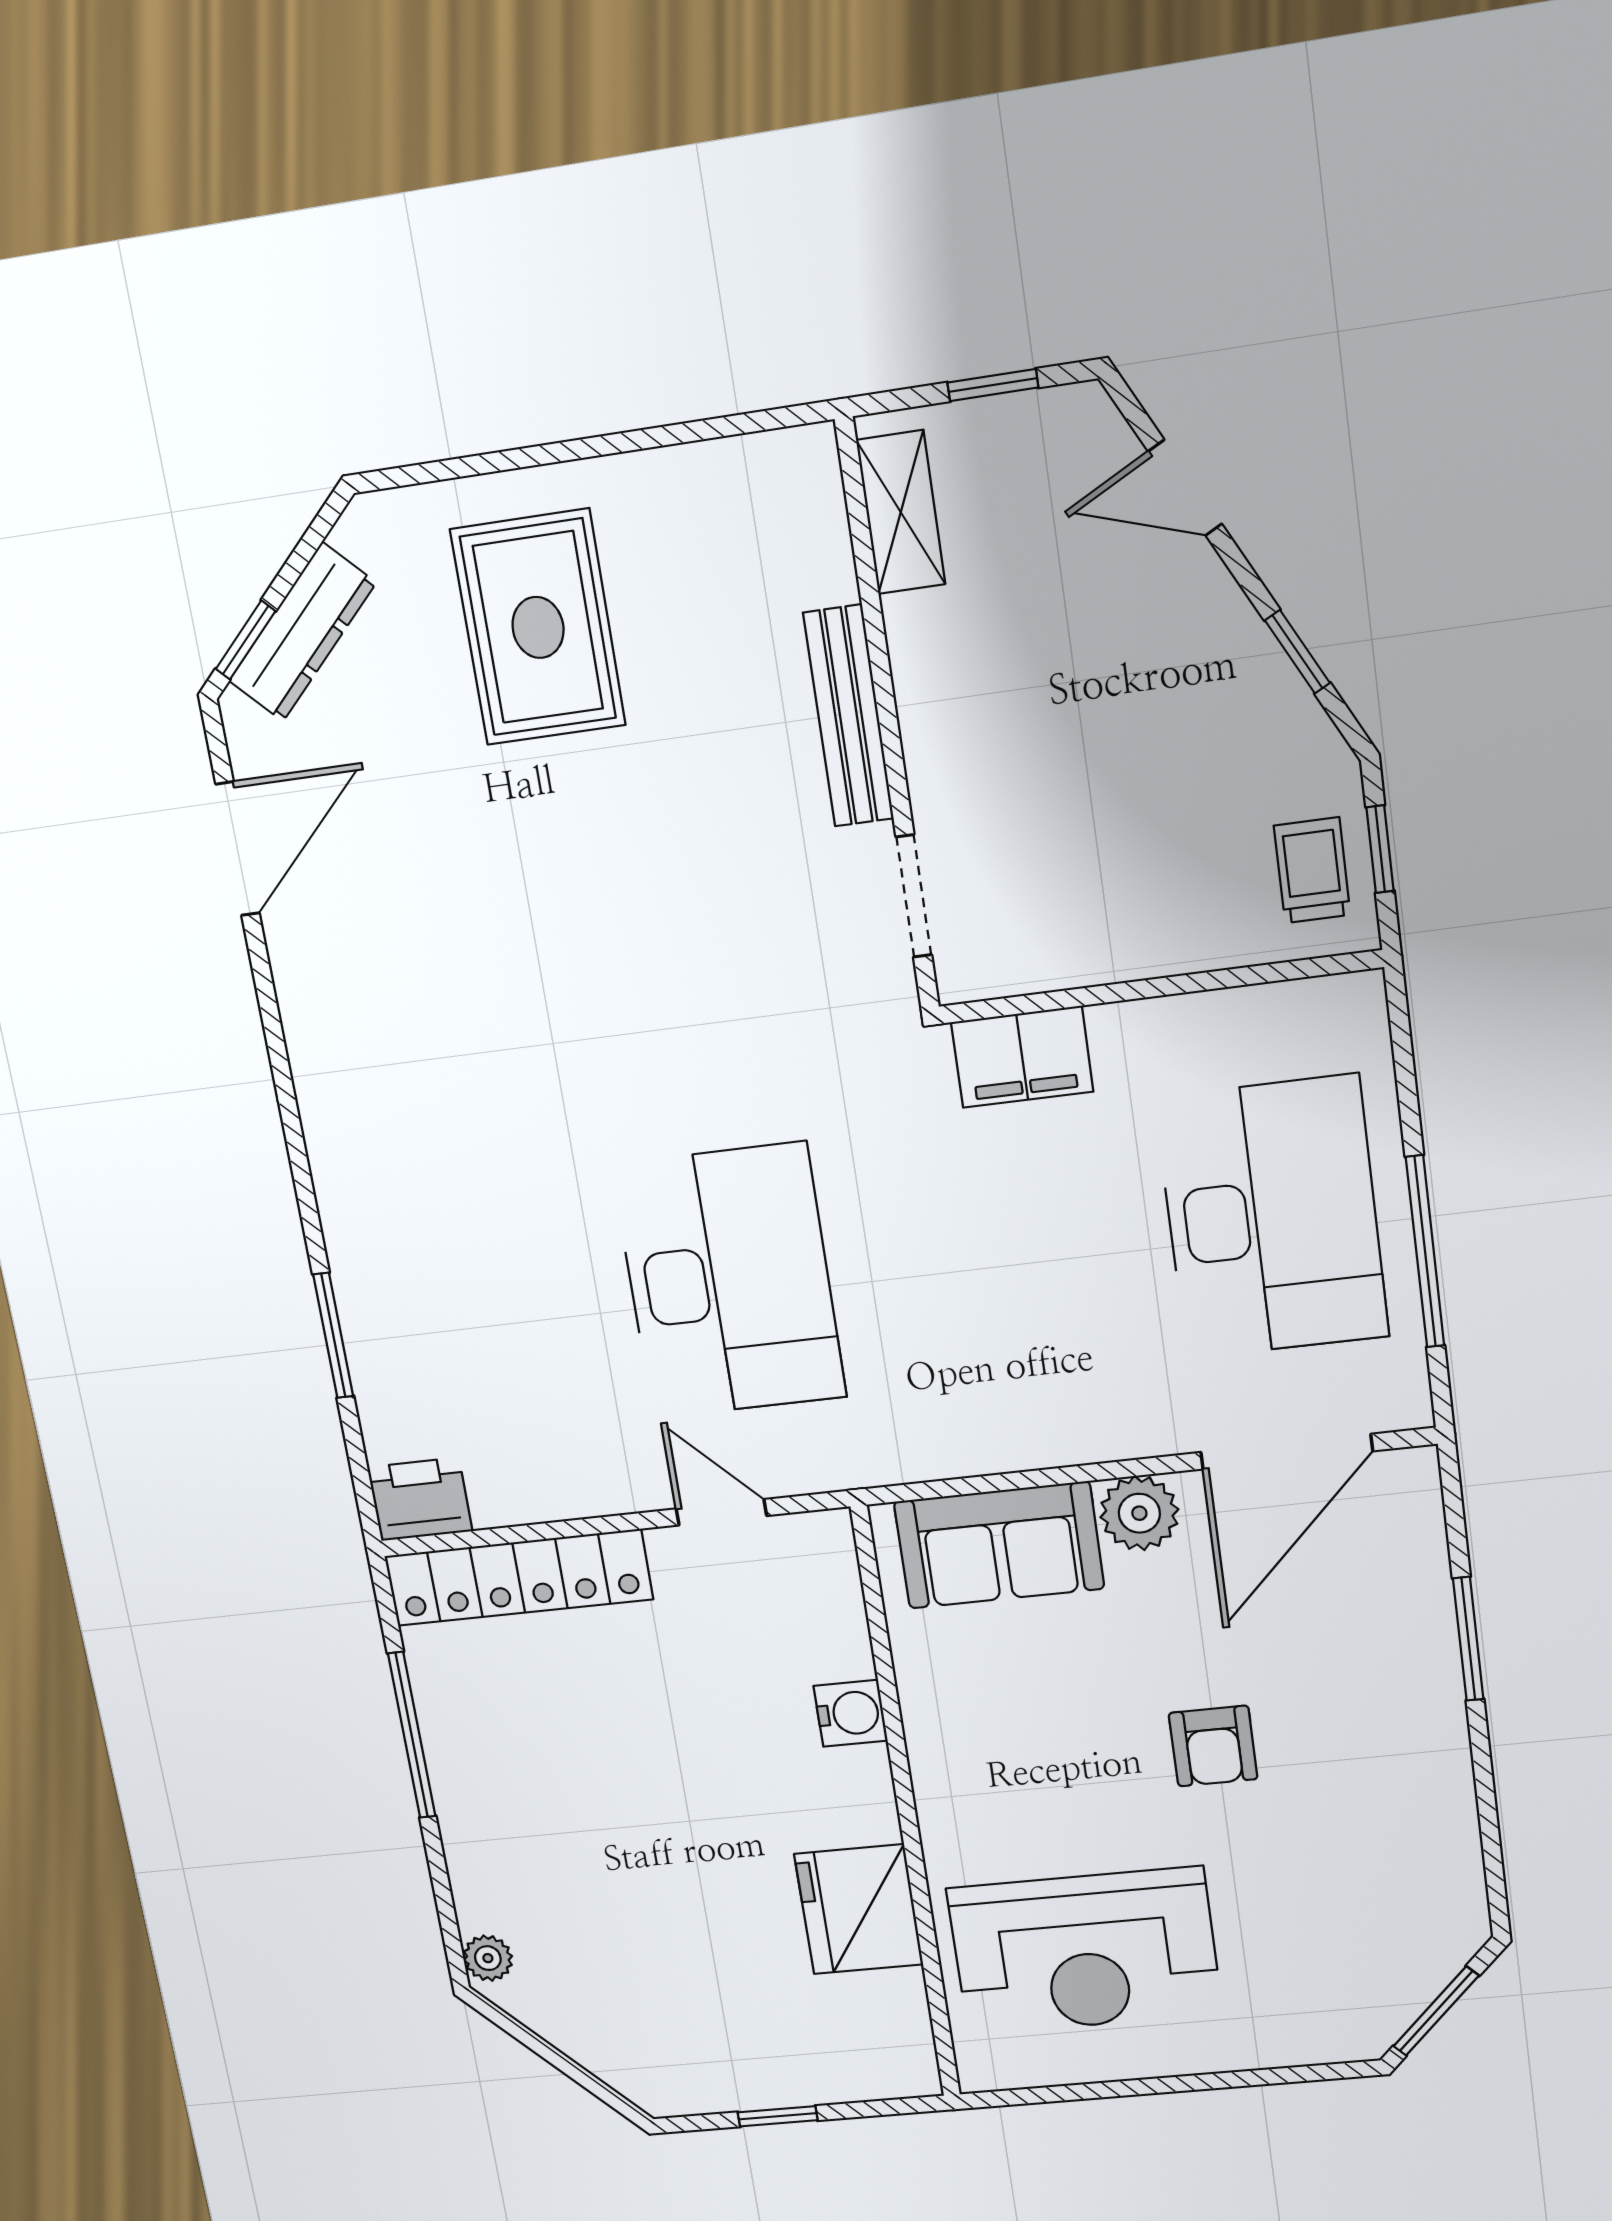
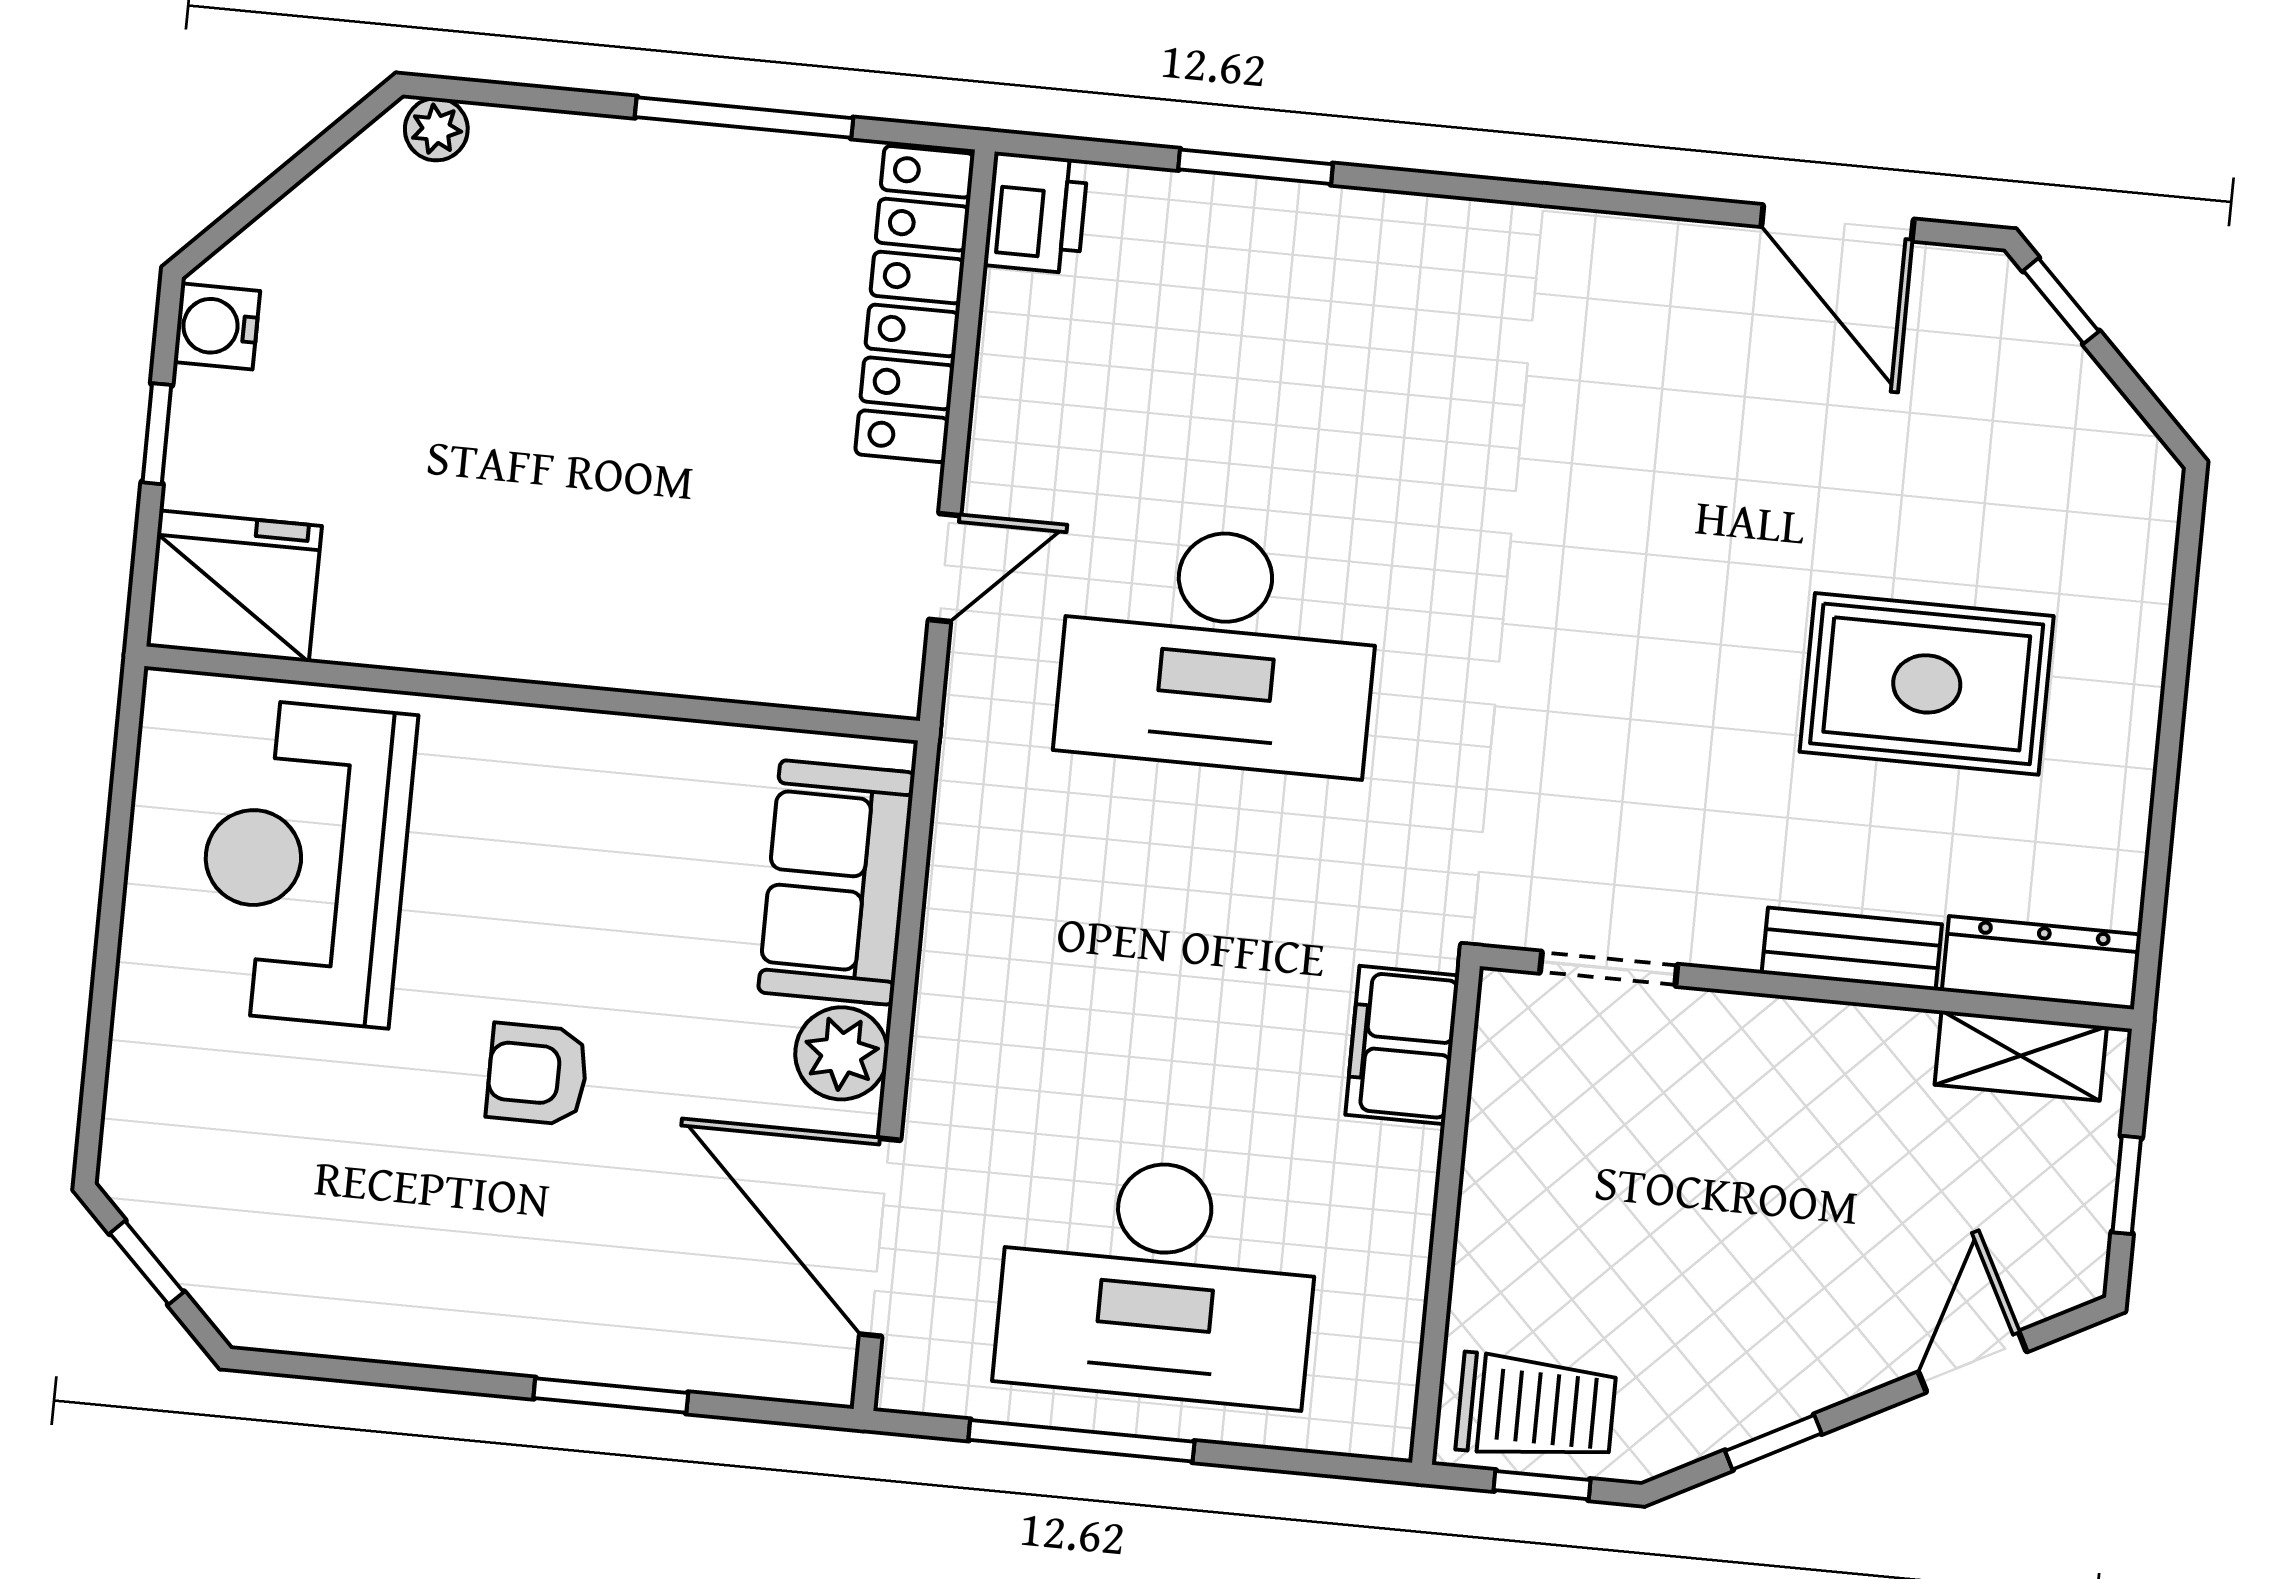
rug: (538, 627) -> (1927, 684), moved
dresser: (302, 632) -> (2042, 963), moved, turned 135
bench: (849, 716) -> (1852, 949), width x0.73
trolley: (1312, 870) -> (1536, 1408), width x1.36, depth x1.39
water cooler: (851, 1713) -> (217, 326), moved, turned 90
fridge: (859, 1909) -> (235, 586), moved
window: (1436, 2011) -> (147, 1263), width x0.67

